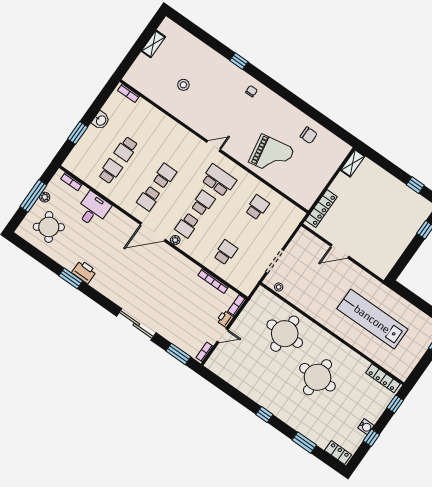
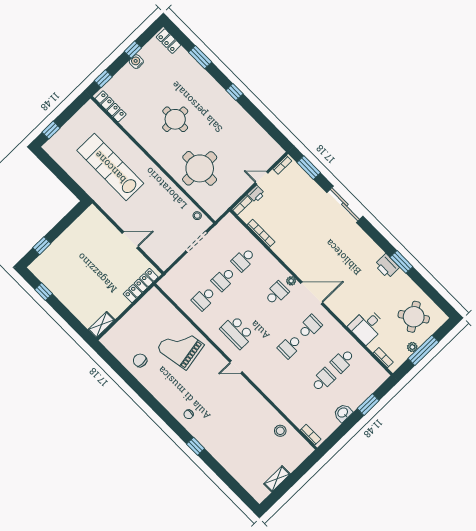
stool: (183, 85) -> (280, 431), moved
school desk: (203, 203) -> (224, 279), moved
lab bench: (372, 319) -> (110, 167), turned 180
round table: (317, 377) -> (175, 119), width x0.73, depth x0.73

